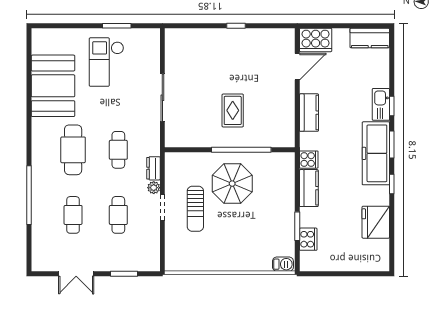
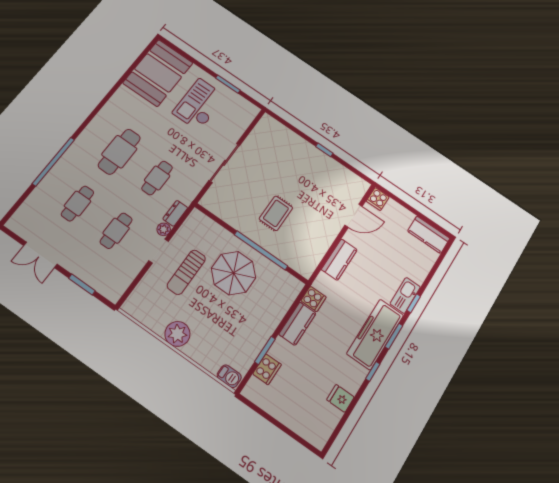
cooker: (316, 40) -> (378, 199), width x0.53, depth x0.76
booth: (53, 86) -> (158, 73), moved
fridge: (376, 222) -> (341, 398), width x0.53, depth x0.75
plant: (222, 260) -> (177, 334), added

